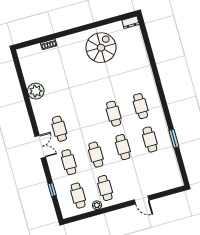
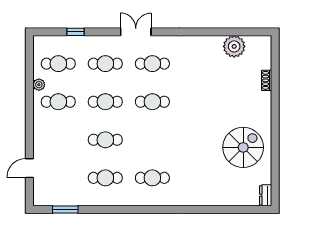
spiral stairs: (101, 48) -> (243, 147), turned -90
plant: (36, 91) -> (234, 46), moved
cafe table: (114, 114) -> (152, 102), moved
window: (174, 139) -> (65, 210), moved
double door: (40, 147) -> (136, 32), swing flipped
door: (142, 200) -> (29, 168), moved

